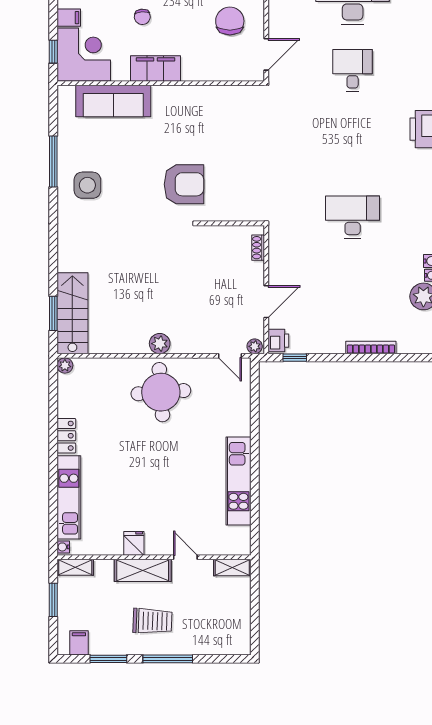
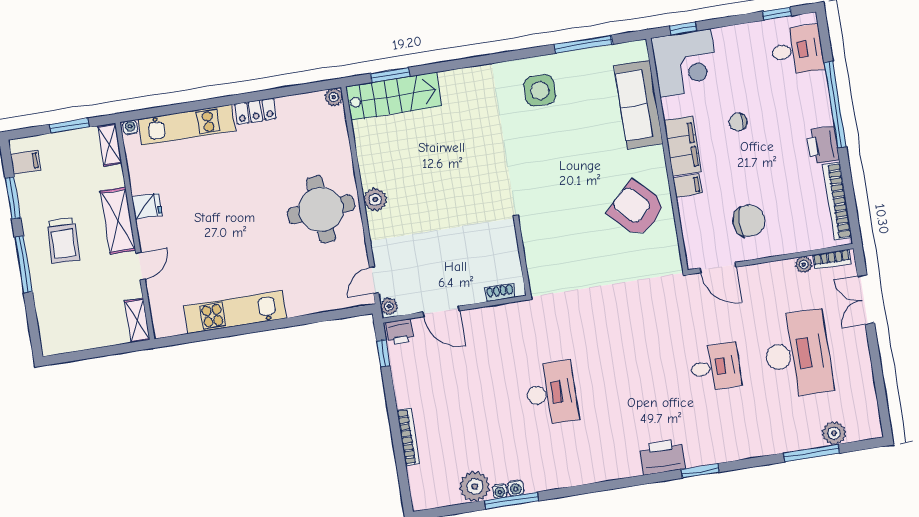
filing cabinet: (69, 18) -> (687, 186), moved, turned -90
window: (53, 161) -> (583, 44), moved
armchair: (184, 184) -> (637, 209), moved, turned 135

